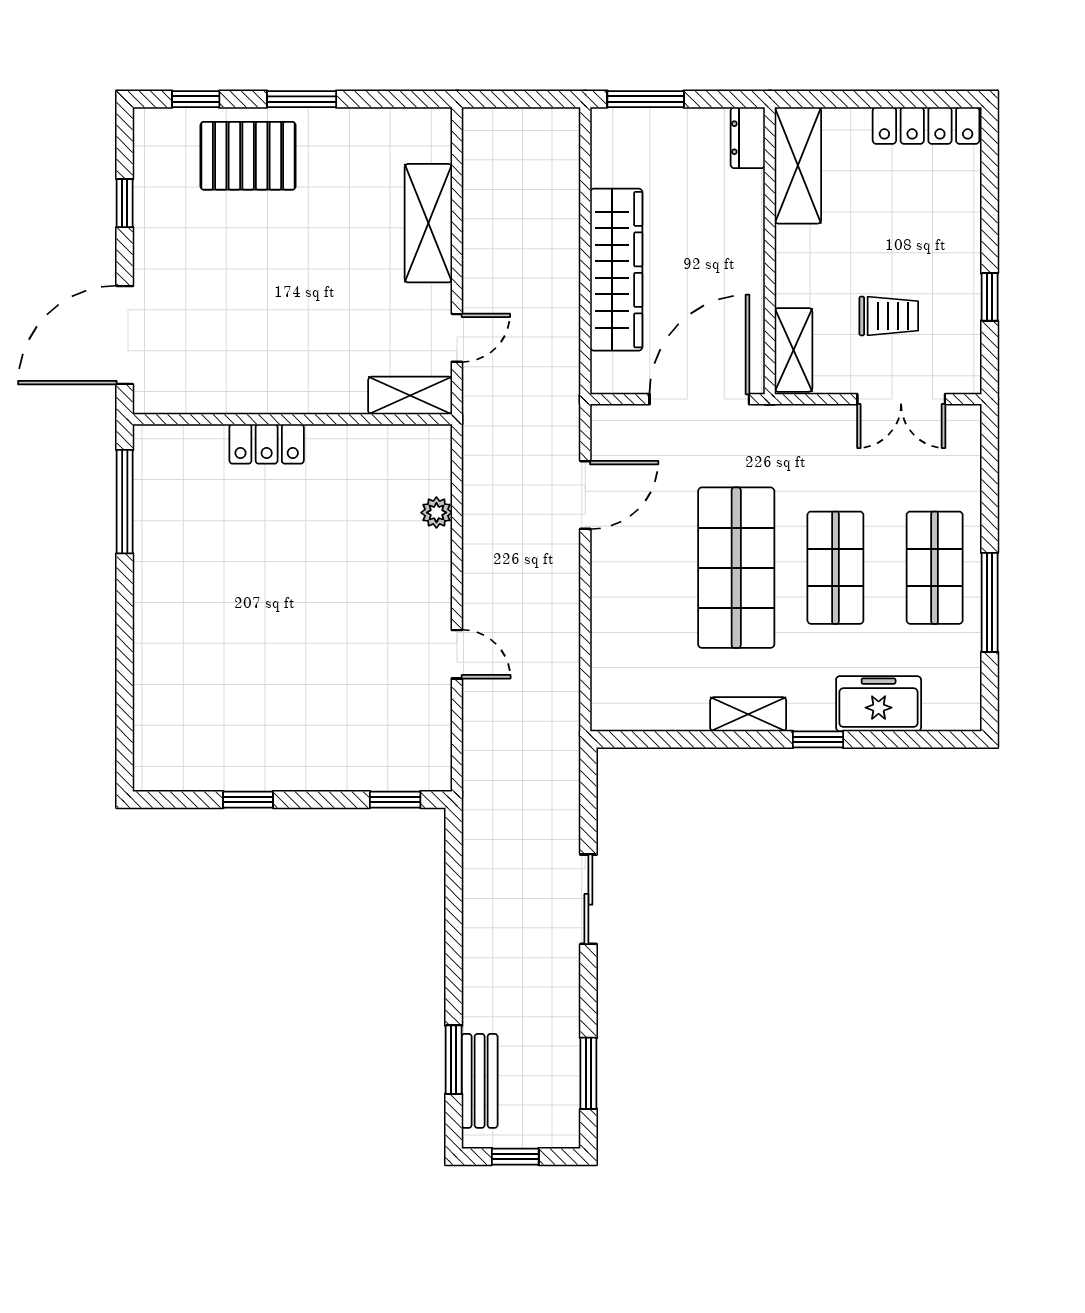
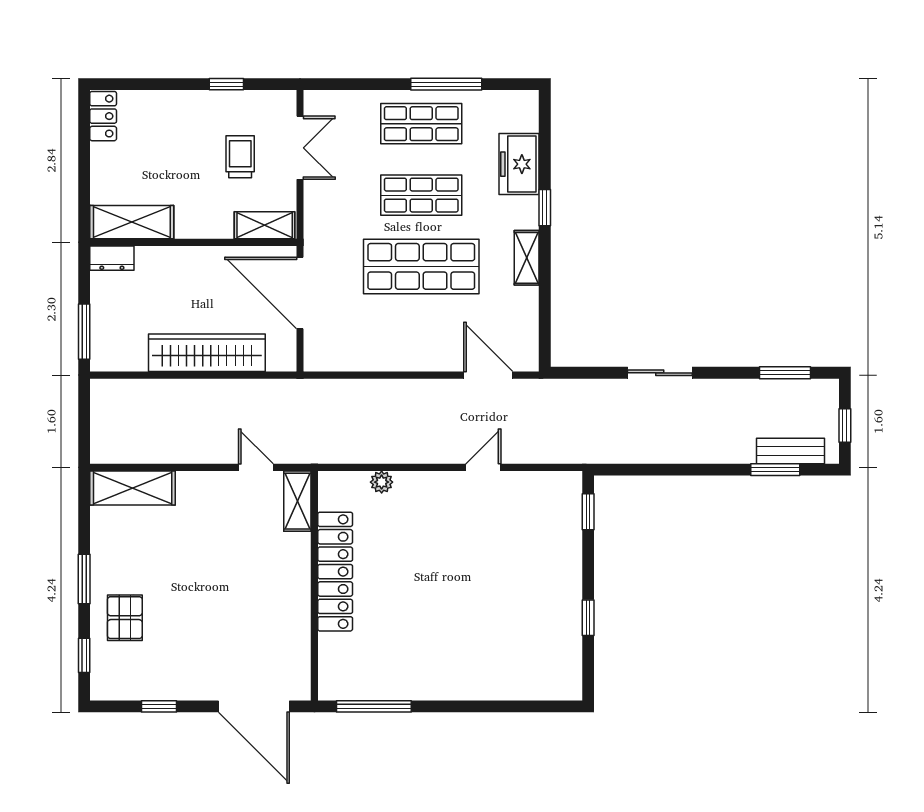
locker: (926, 126) -> (103, 116), width x0.66
pallet: (248, 156) -> (125, 618), width x0.67, depth x0.71
shelving: (428, 223) -> (133, 488), moved
locker: (267, 444) -> (335, 572), width x2.16, depth x1.21
door: (585, 495) -> (488, 375), moved

